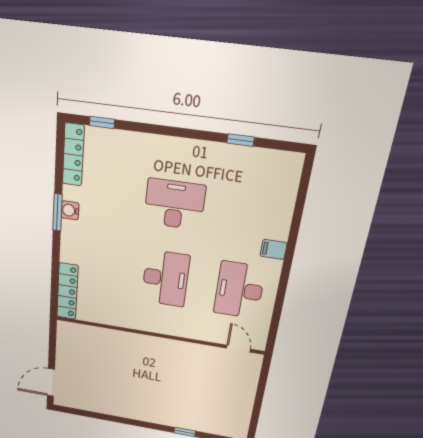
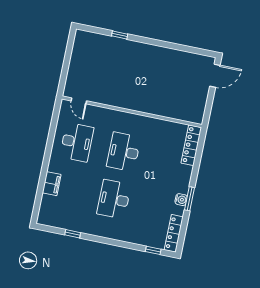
desk: (174, 204) -> (114, 199), turned 90
filing cabinet: (274, 249) -> (52, 184), moved, width x2.00

